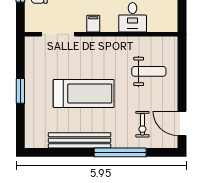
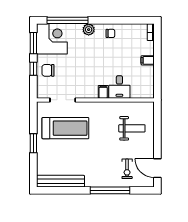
filing cabinet: (93, 24) -> (103, 92), moved
treadmill: (84, 93) -> (65, 128), moved
bench: (80, 140) -> (61, 181), moved

